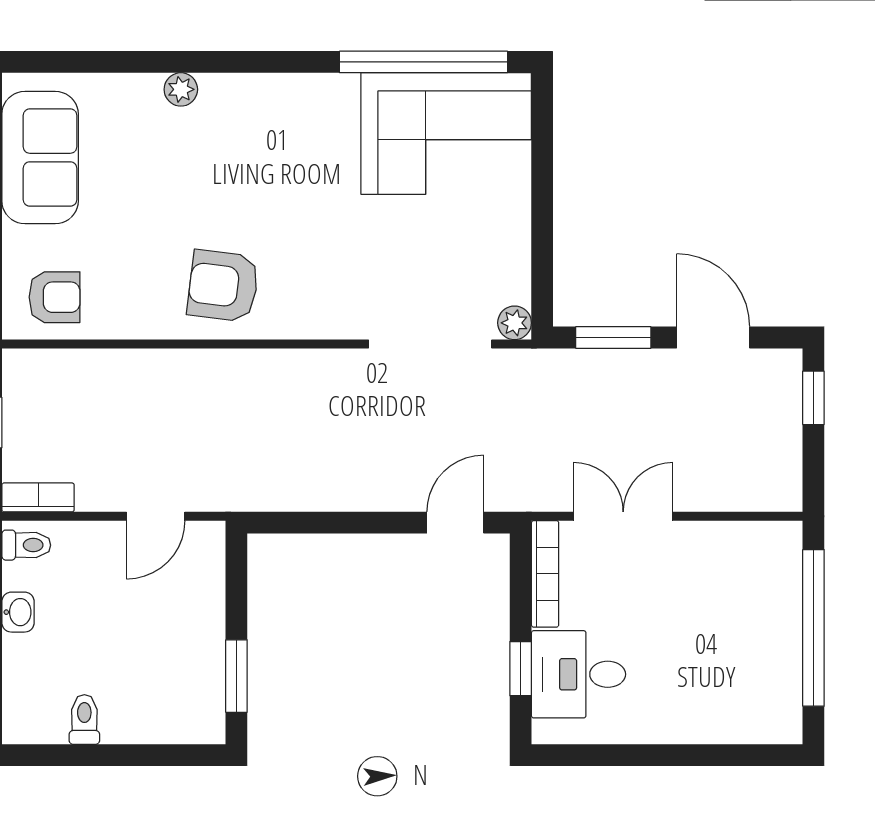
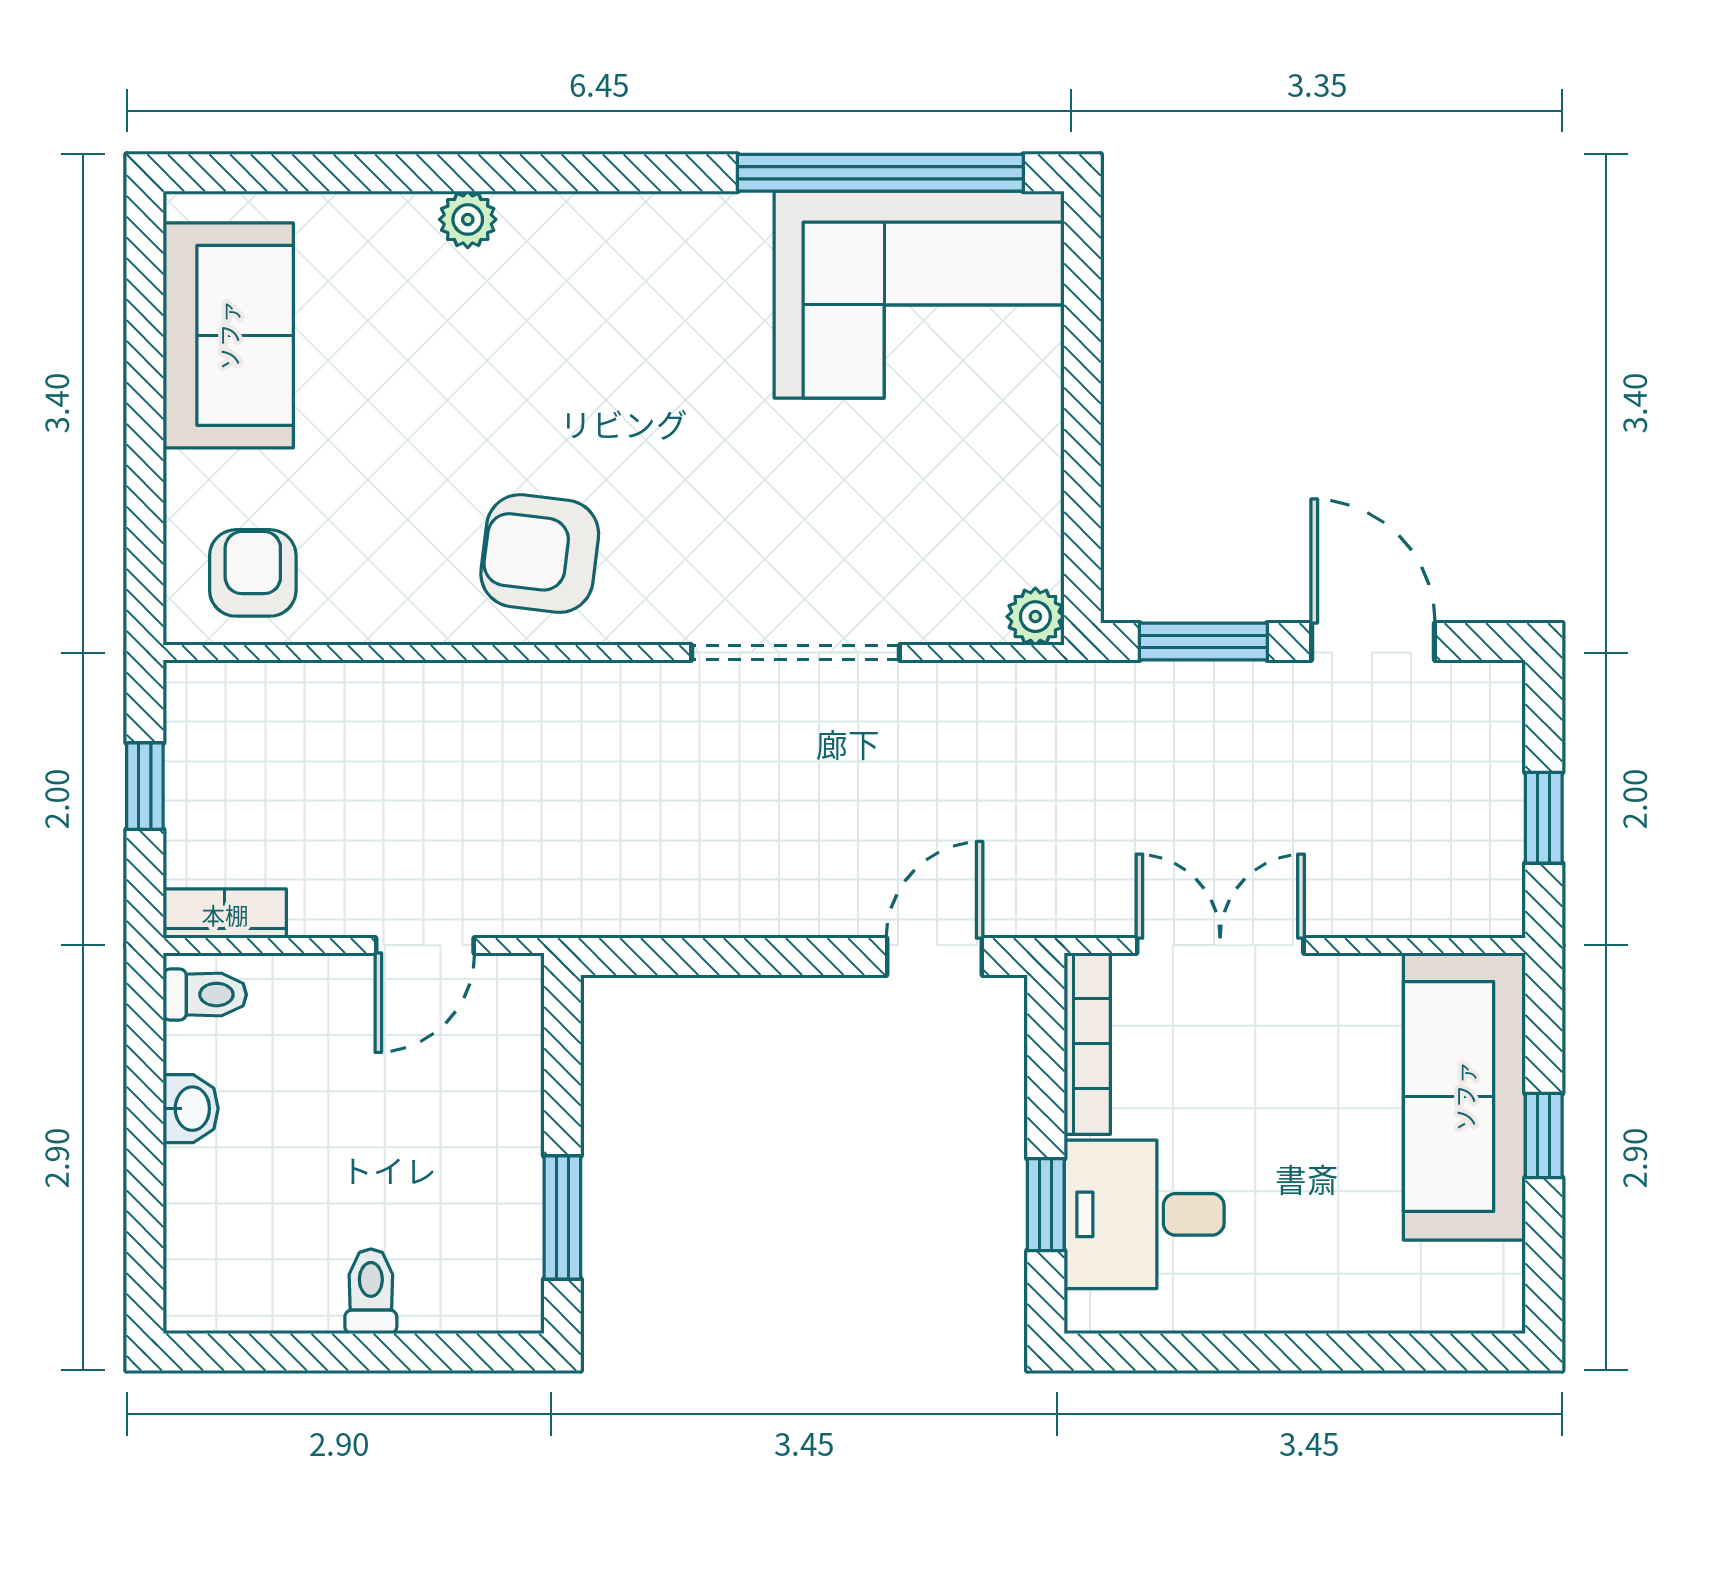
armchair: (55, 297) -> (253, 573), turned -90
doorway: (430, 344) -> (796, 653), moved
window: (813, 398) -> (1544, 818), moved
sofa: (767, 605) -> (1464, 1096), added
window: (813, 628) -> (1544, 1135), width x0.32
toilet: (84, 720) -> (371, 1291), moved

